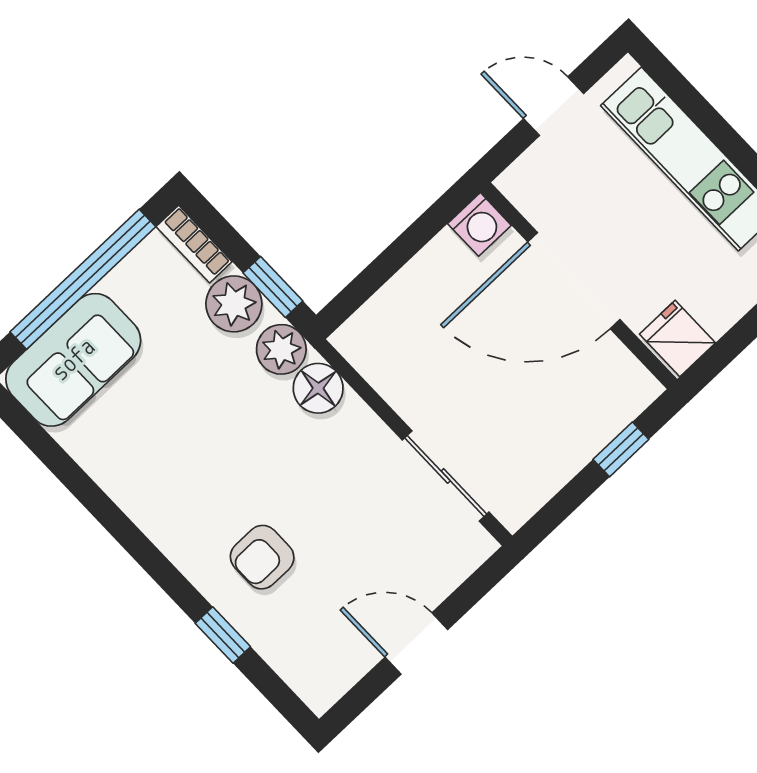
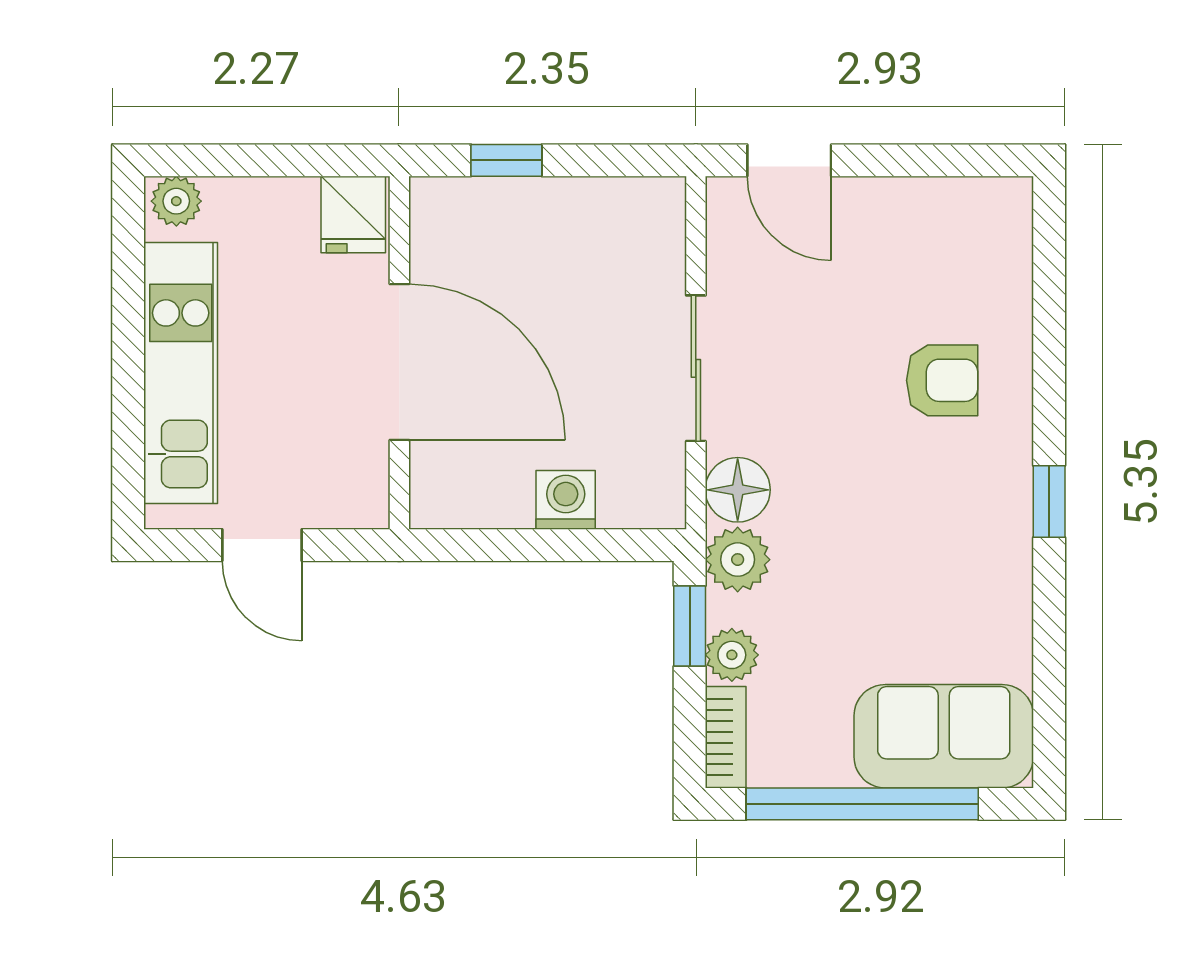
washing machine: (479, 224) -> (566, 500), moved
plant: (234, 304) -> (732, 655), width x0.73, depth x0.73
sliding door: (446, 476) -> (696, 368), moved
window: (223, 635) -> (1049, 501), moved
door: (416, 643) -> (789, 160), moved

